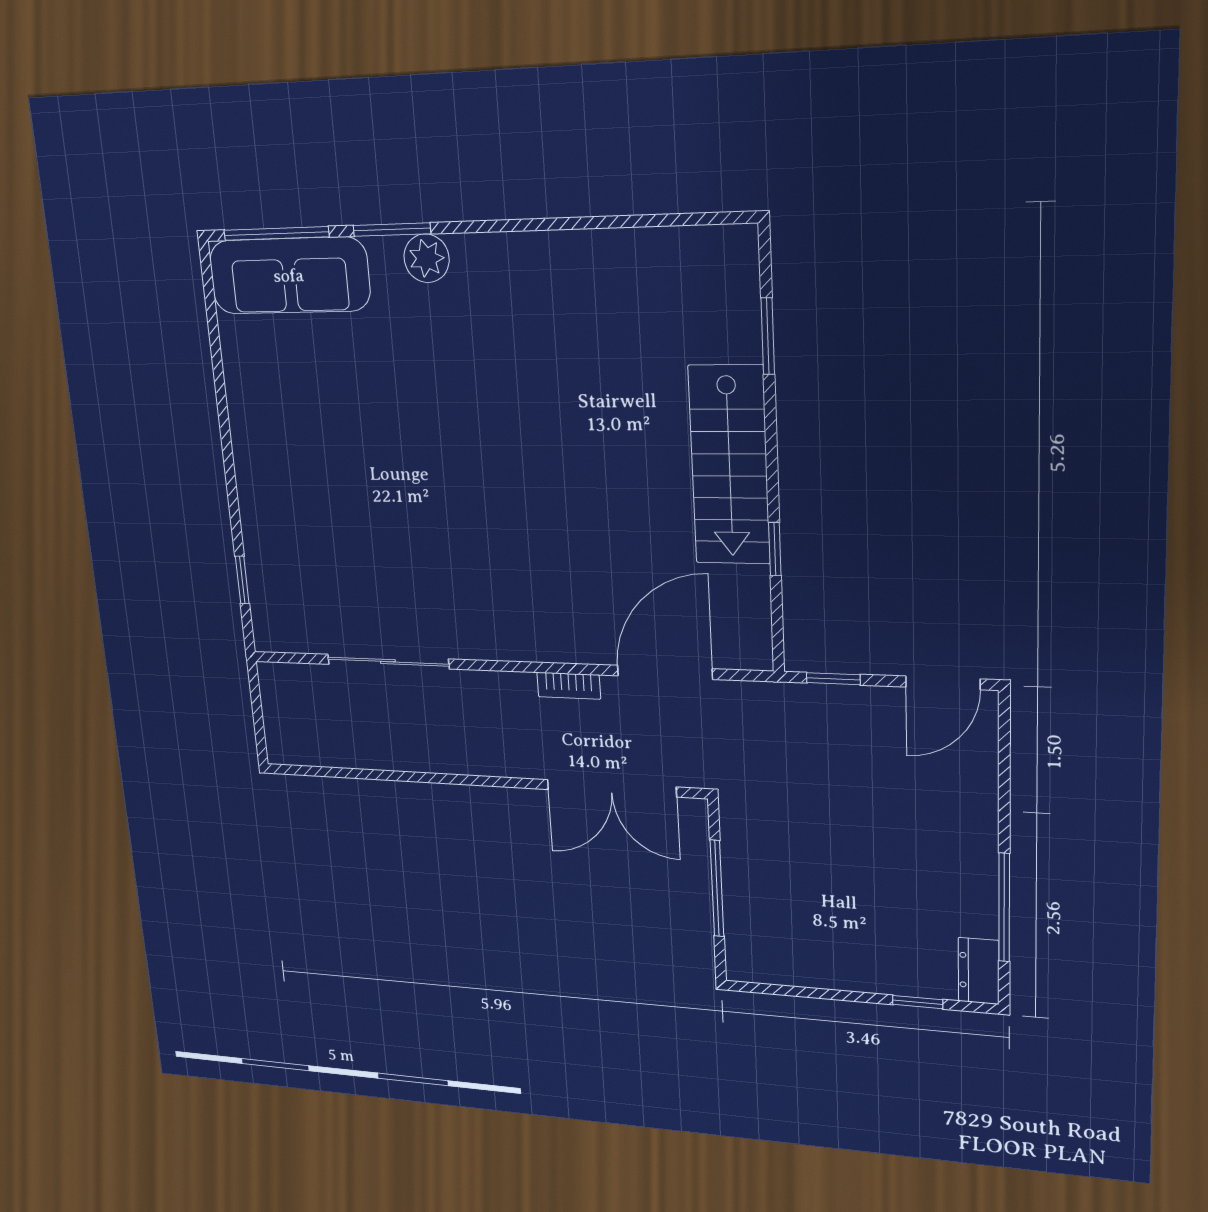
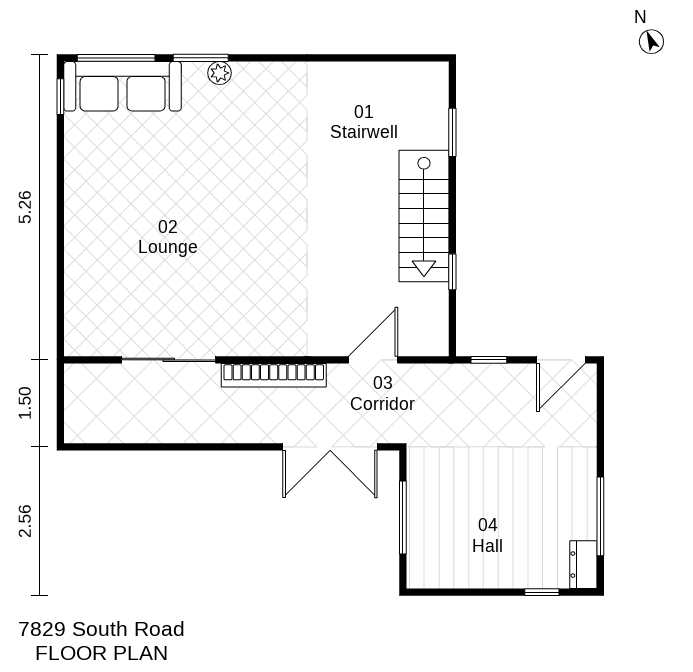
plant: (427, 258) -> (219, 73), width x0.73, depth x0.73
window: (242, 580) -> (60, 97), moved
door: (665, 672) -> (373, 360), width x0.73
bookcase: (569, 686) -> (274, 375), width x2.31, depth x1.31

